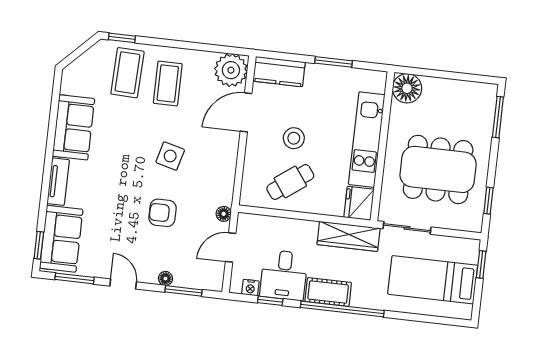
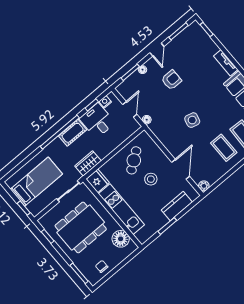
plant: (231, 70) -> (204, 186), width x0.53, depth x0.53
kitchen counter: (279, 72) -> (177, 206), moved
floor lamp: (407, 88) -> (121, 239), moved
chair: (462, 97) -> (102, 266), added
armchair: (162, 213) -> (171, 80), moved
wardrobe: (349, 236) -> (88, 163), width x0.67
sofa: (61, 239) -> (200, 41), removed
door: (123, 284) -> (157, 50), hinge flipped

